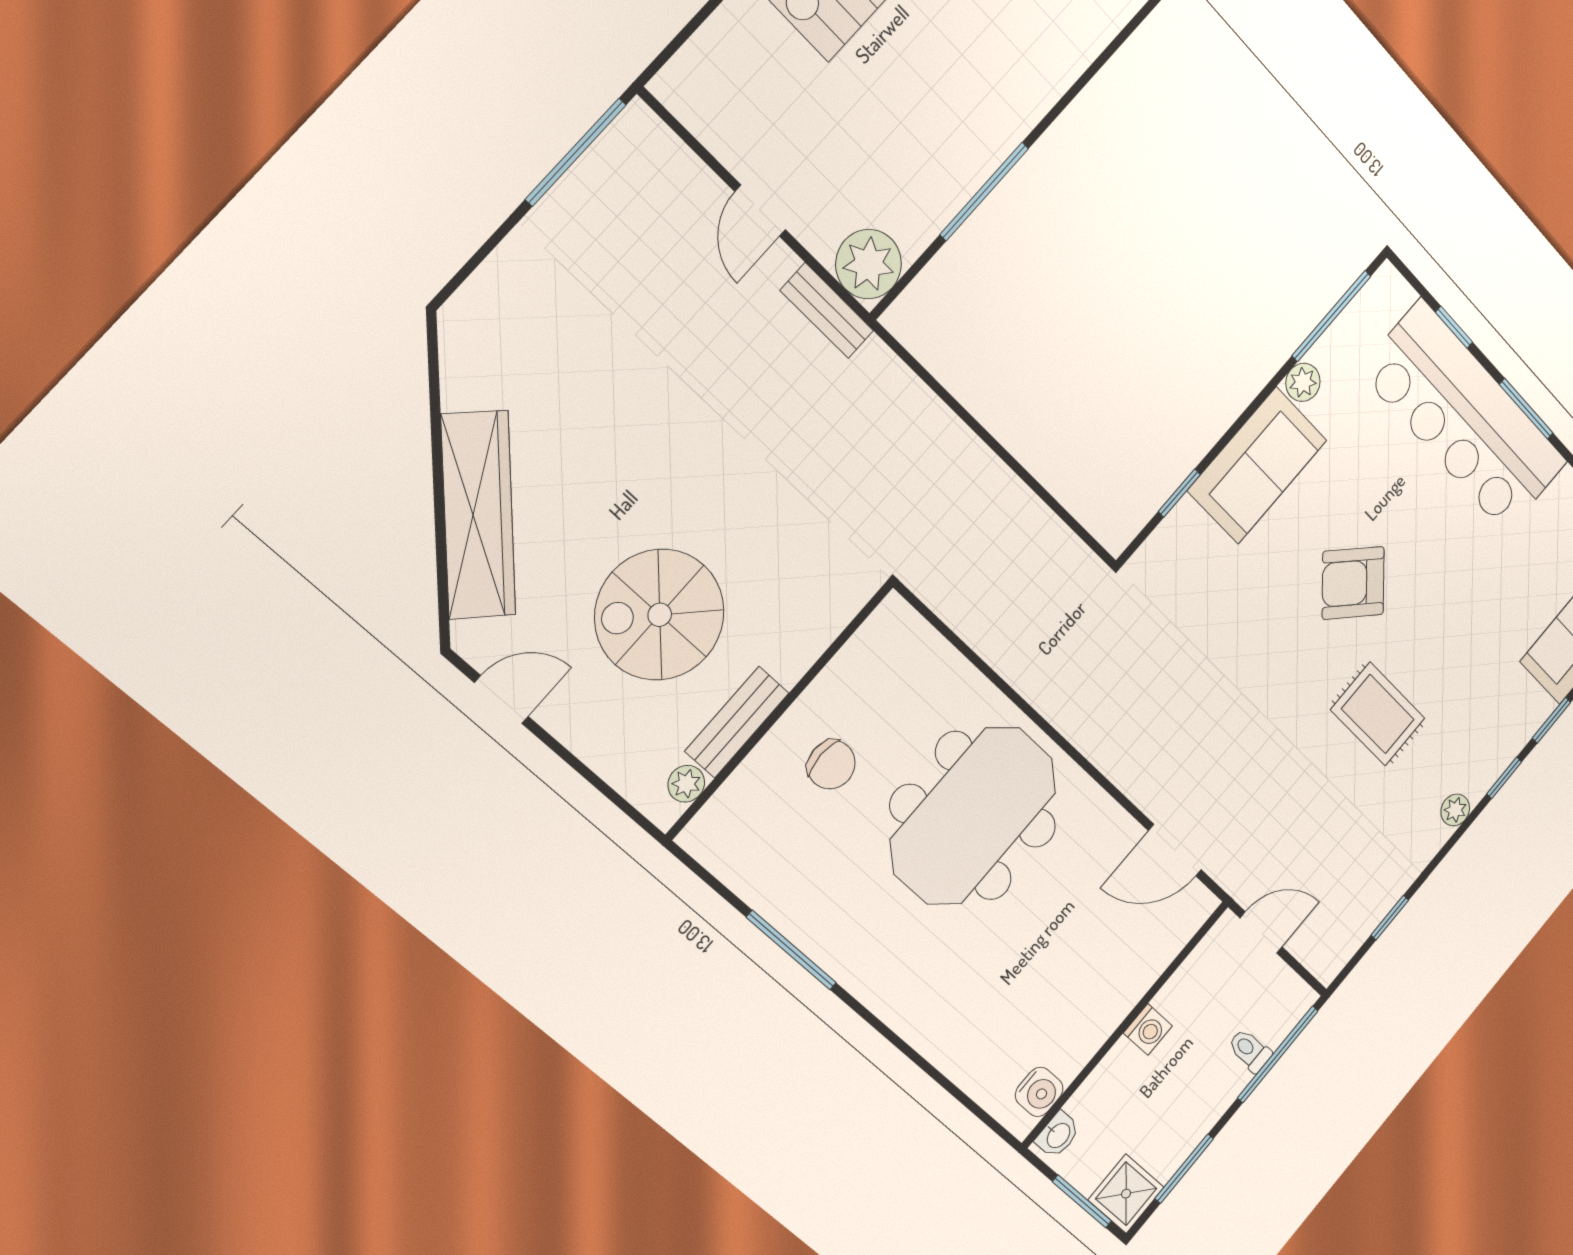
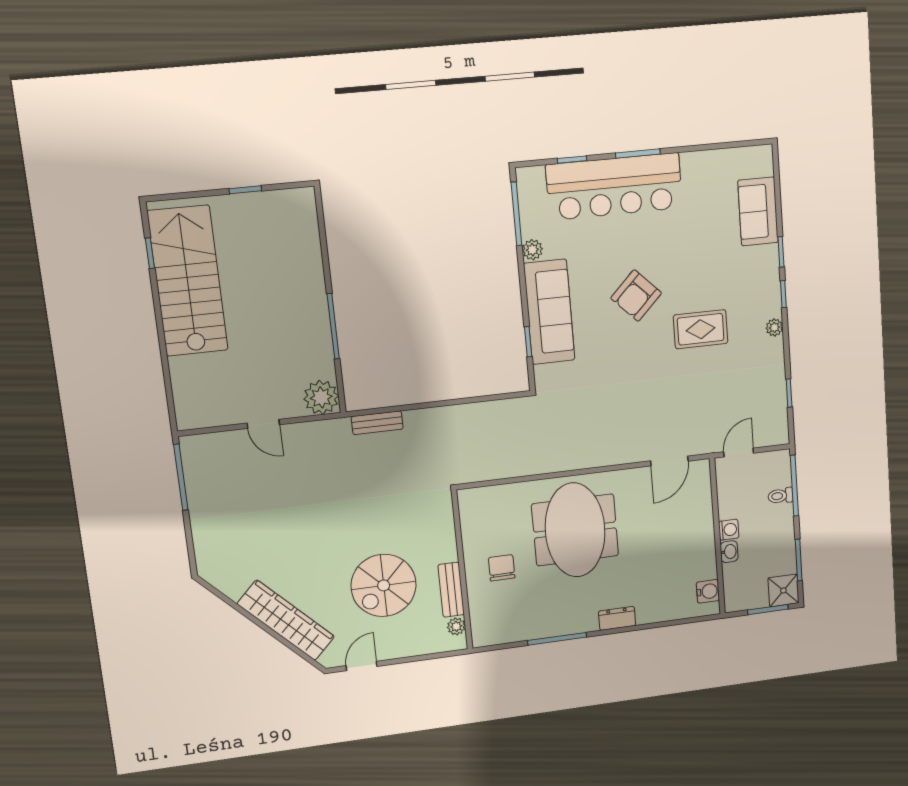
bench: (827, 311) -> (377, 423), moved
sofa: (1257, 465) -> (549, 312), width x1.36
chair: (831, 765) -> (502, 568), turned -90
dresser: (894, 1005) -> (617, 618), added
washbasin: (1058, 1135) -> (729, 552), moved

